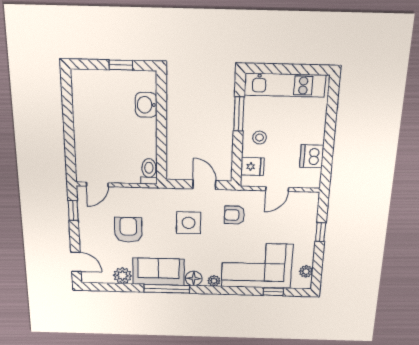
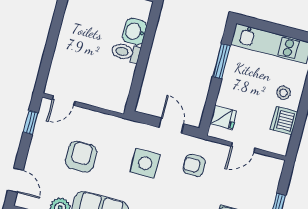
stool: (260, 138) -> (283, 93), moved
toilet: (149, 171) -> (126, 52), moved, turned -90

